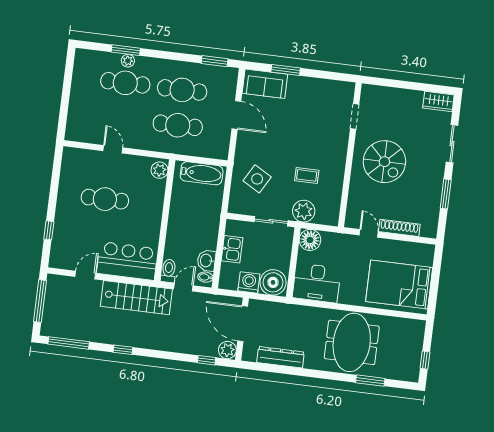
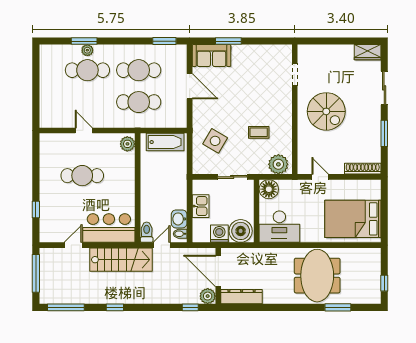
plant: (304, 211) -> (278, 164), moved
shoe rack: (399, 228) -> (363, 169), moved
dresser: (280, 357) -> (242, 297), moved

